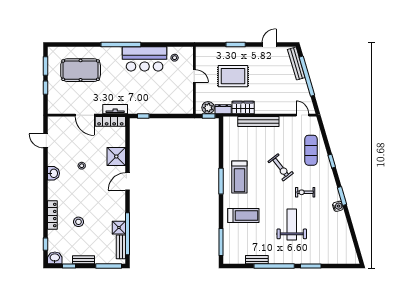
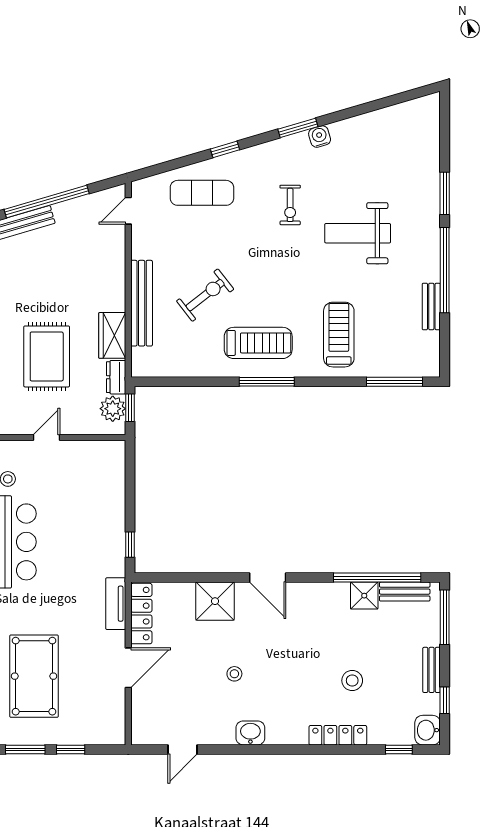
exercise bike: (281, 167) -> (205, 295), moved

